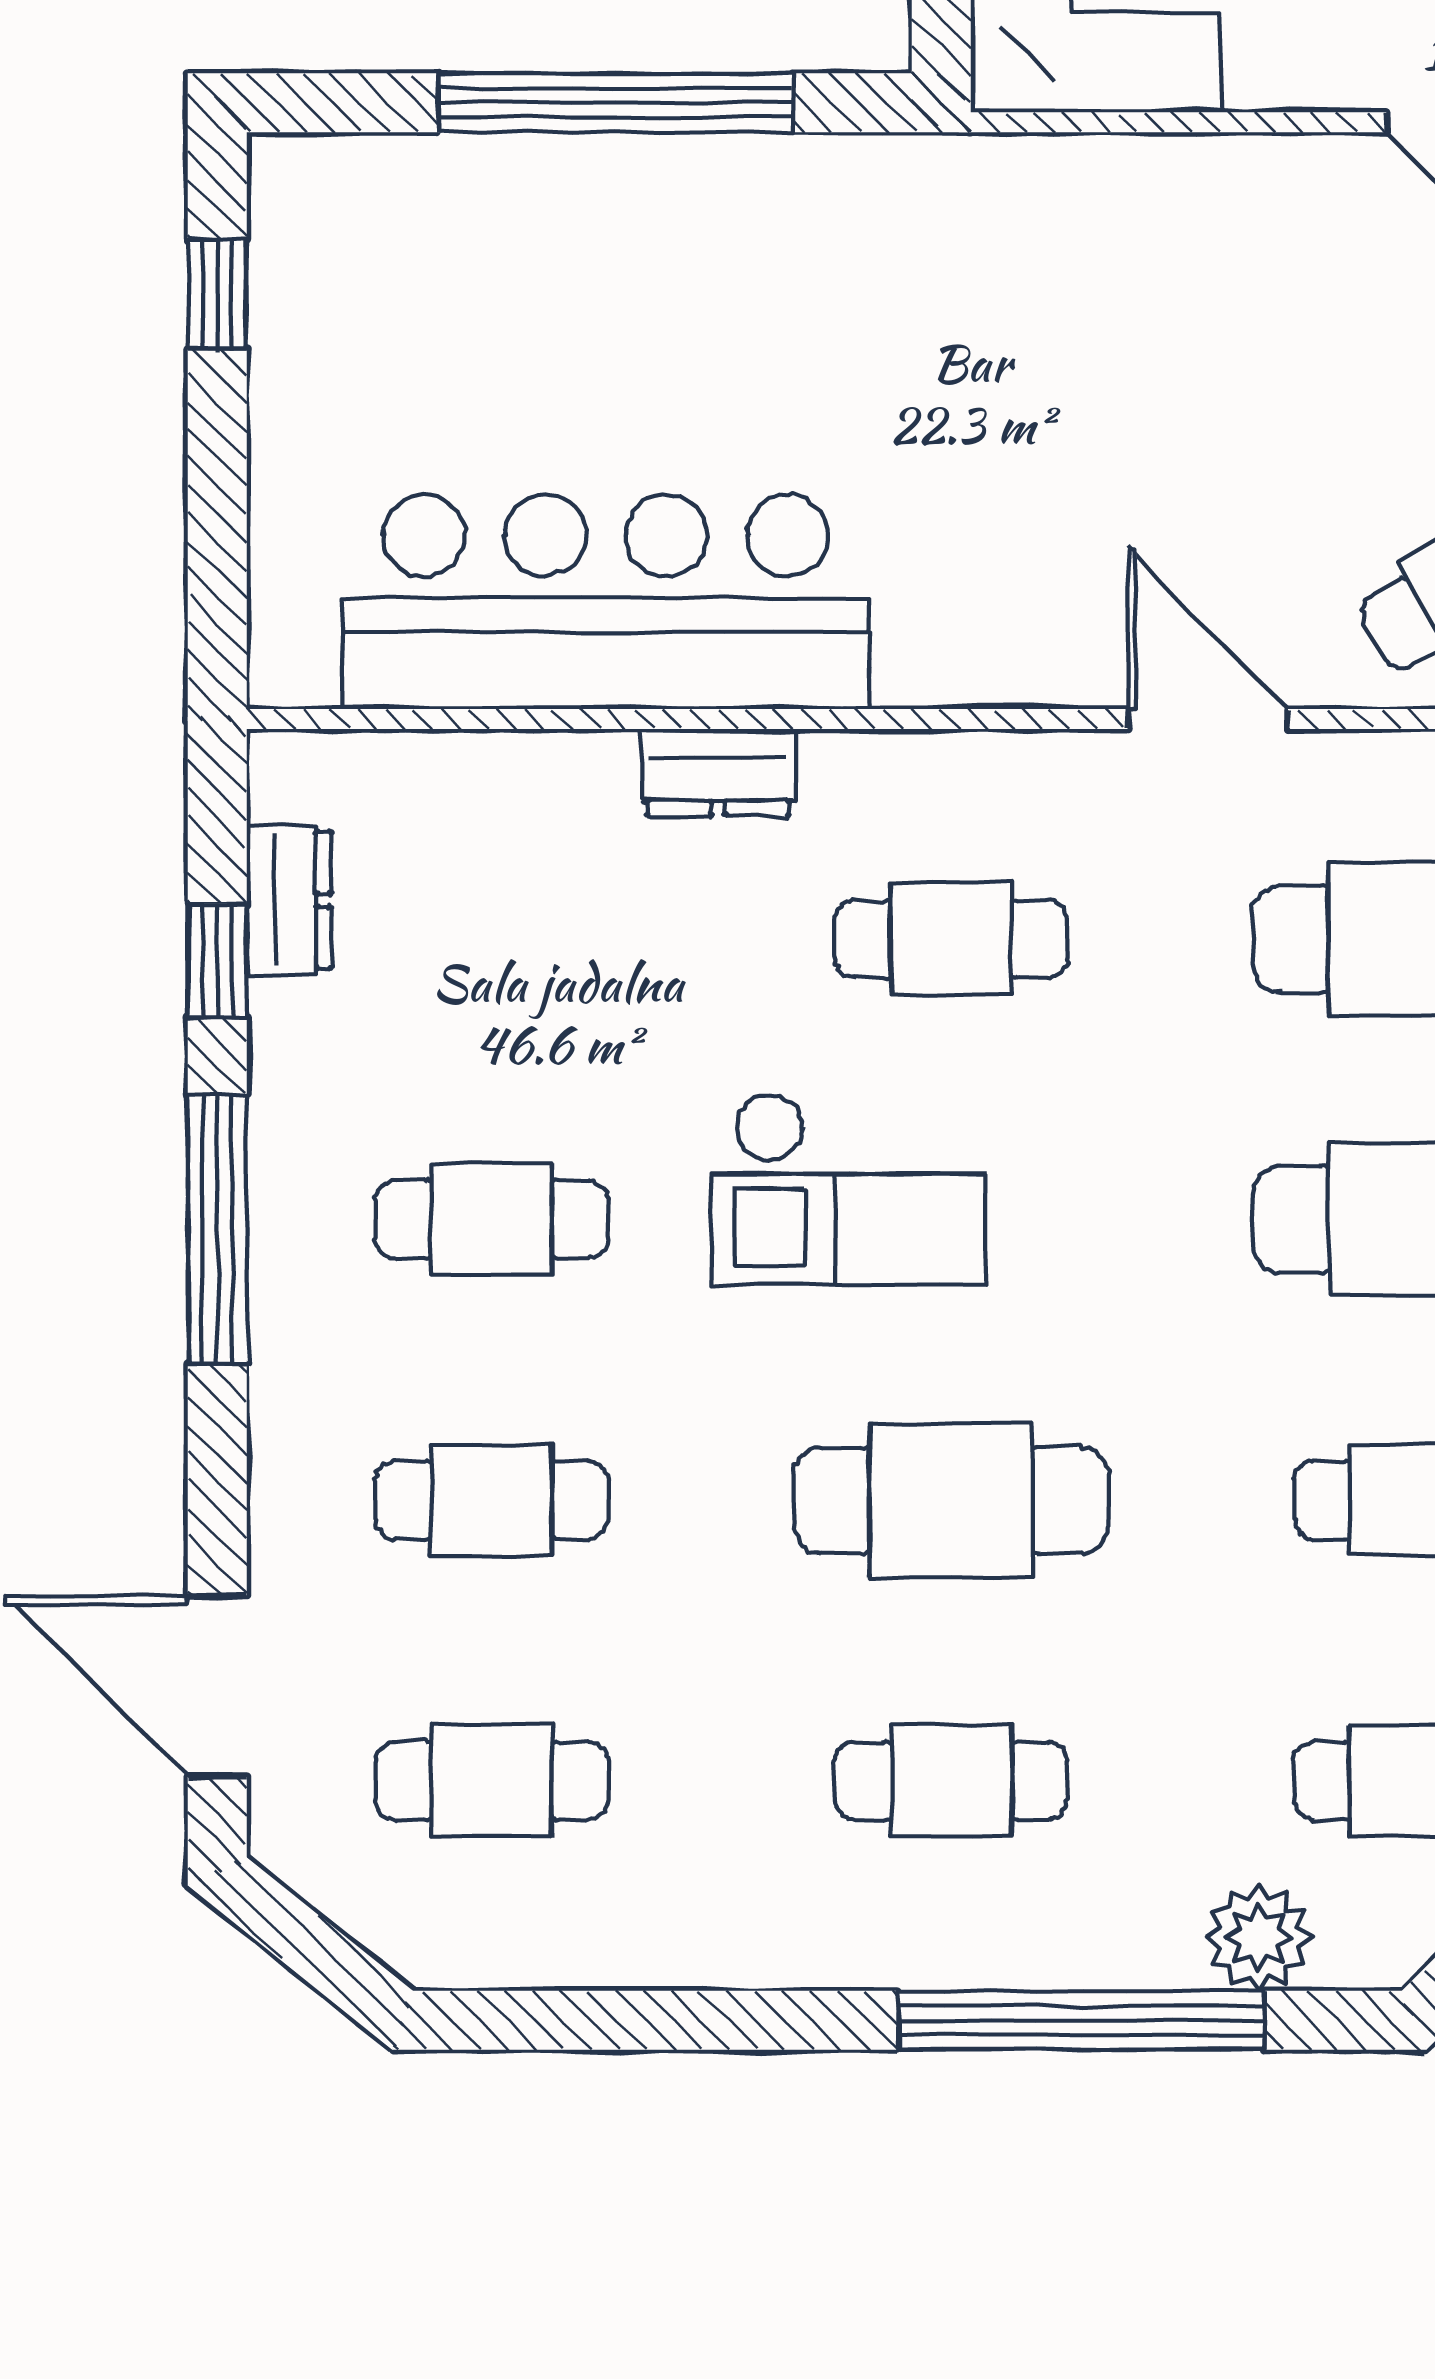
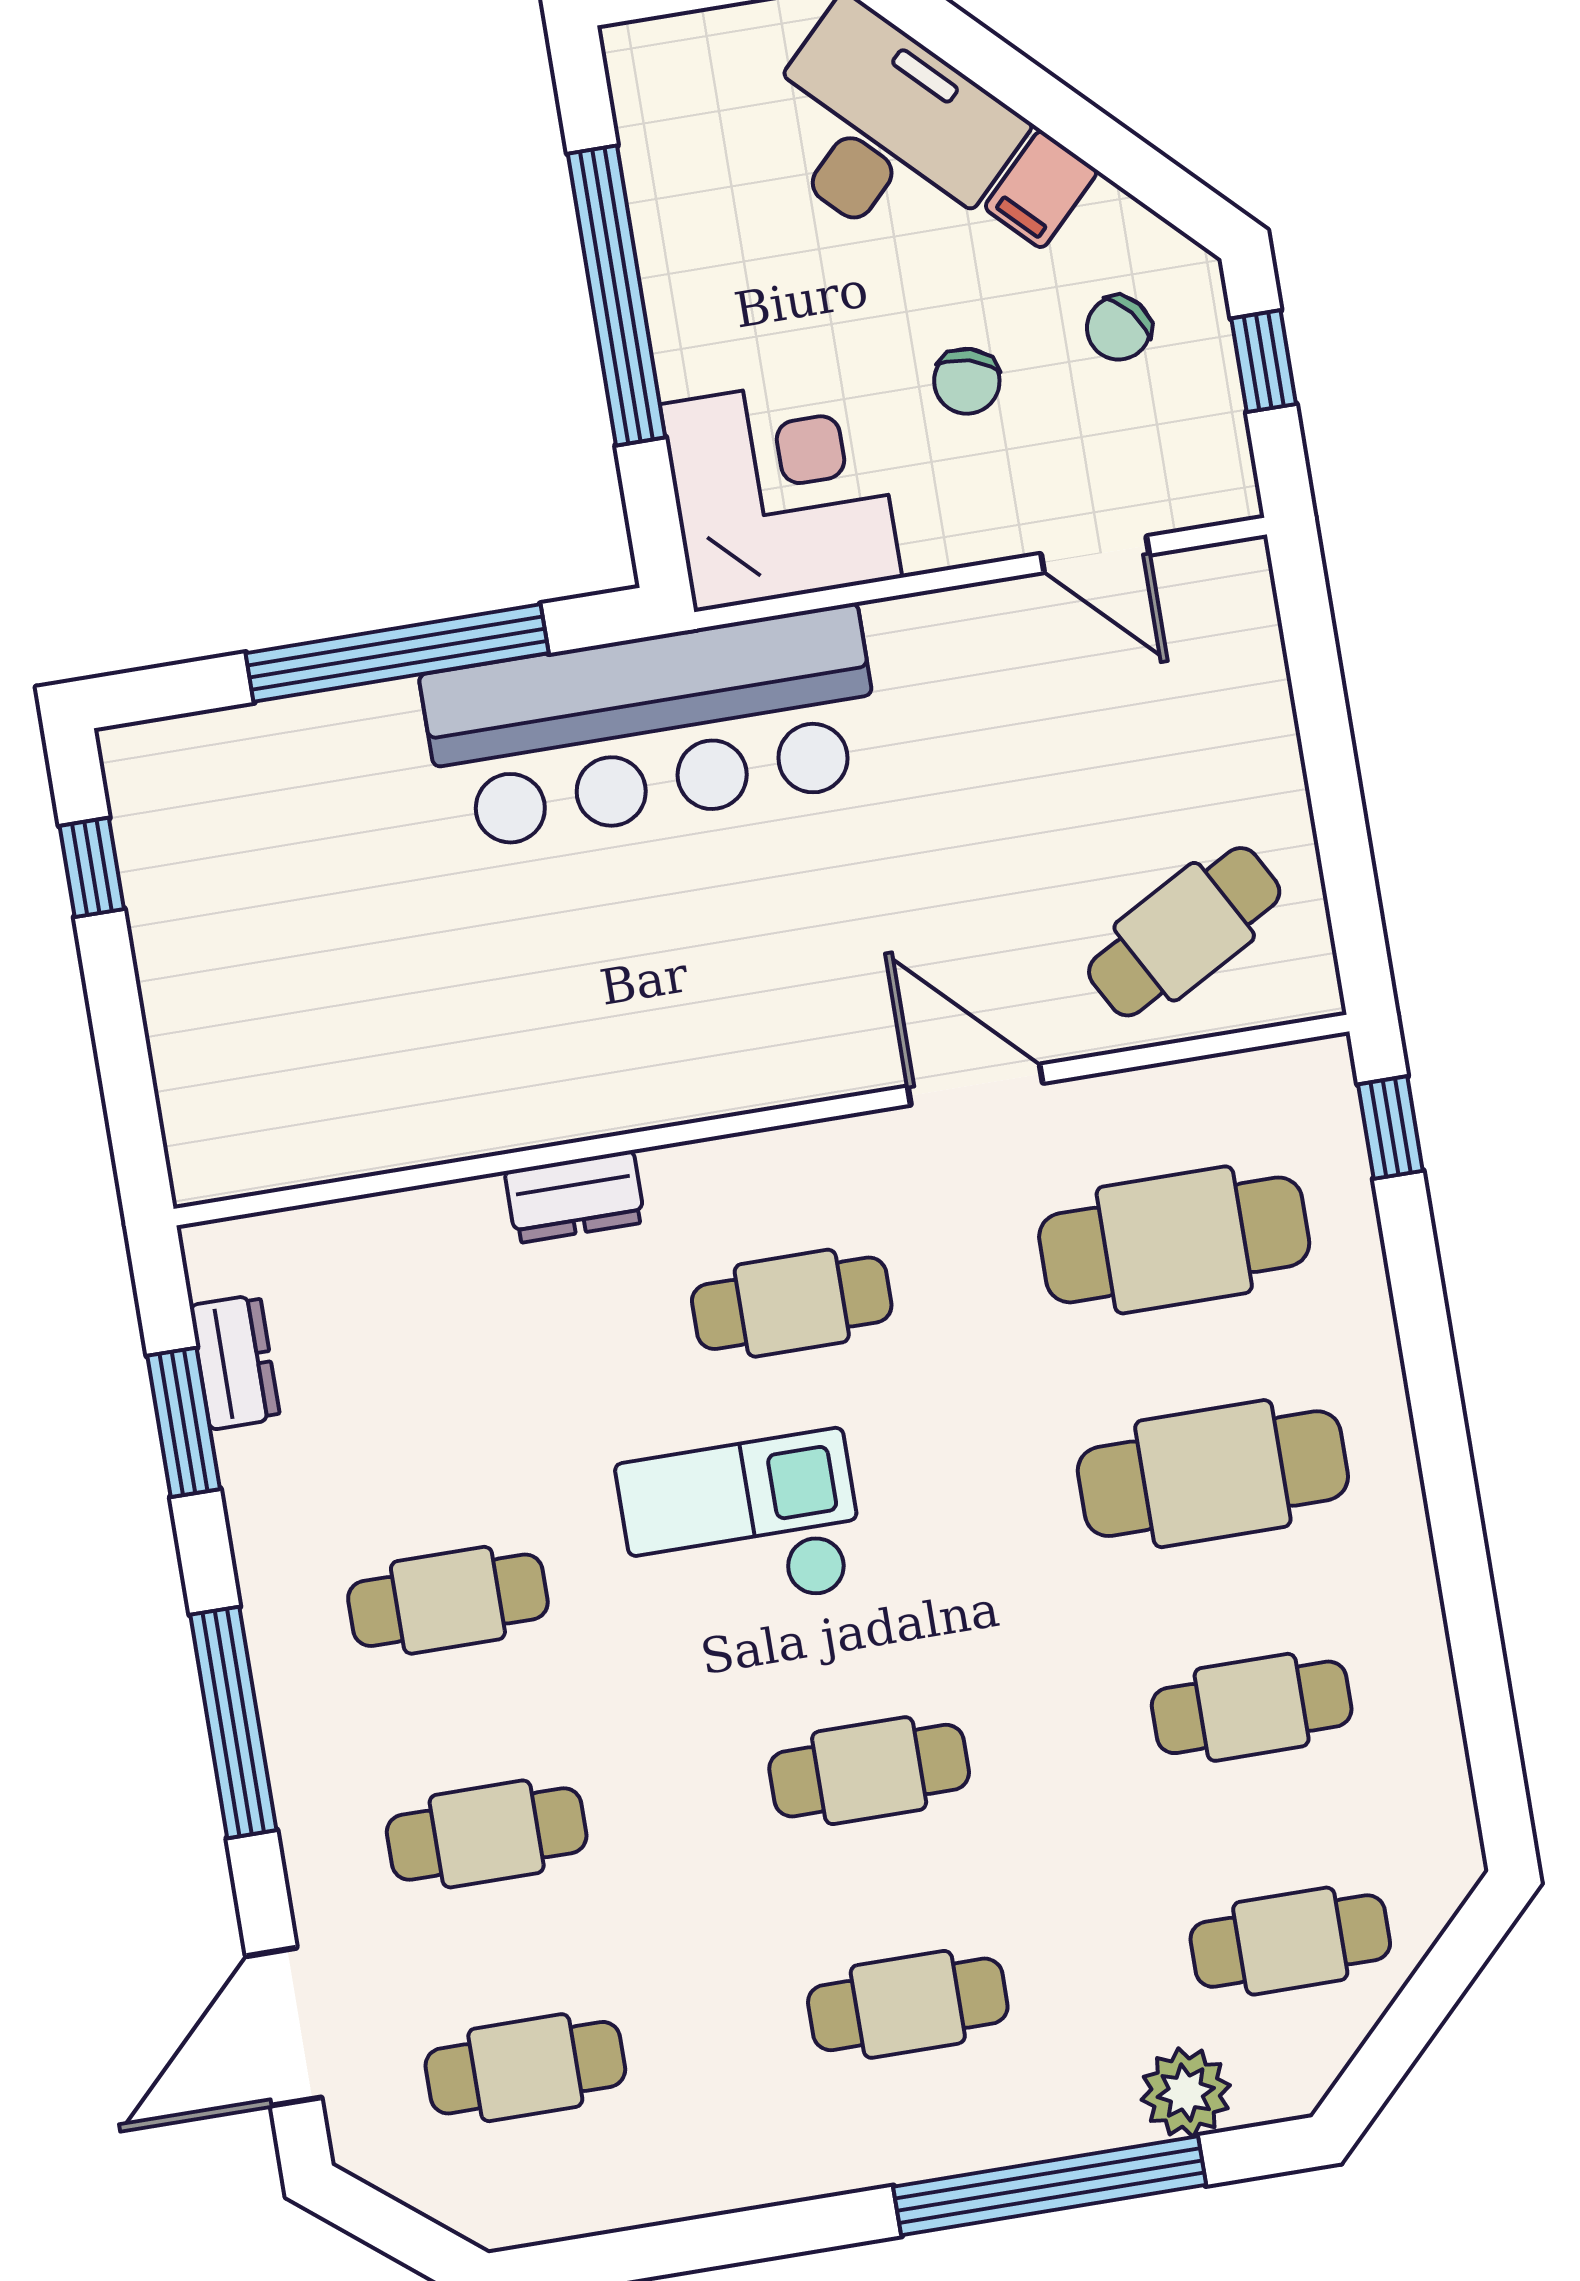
bar counter: (606, 602) -> (652, 728), moved, turned 180
window: (217, 960) -> (184, 1422), width x1.50
checkout: (849, 1189) -> (741, 1526), turned 180
window: (217, 1230) -> (233, 1722), moved
cafe table: (951, 1500) -> (869, 1771), width x0.73, depth x0.74
door: (217, 1686) -> (284, 2027), hinge flipped

